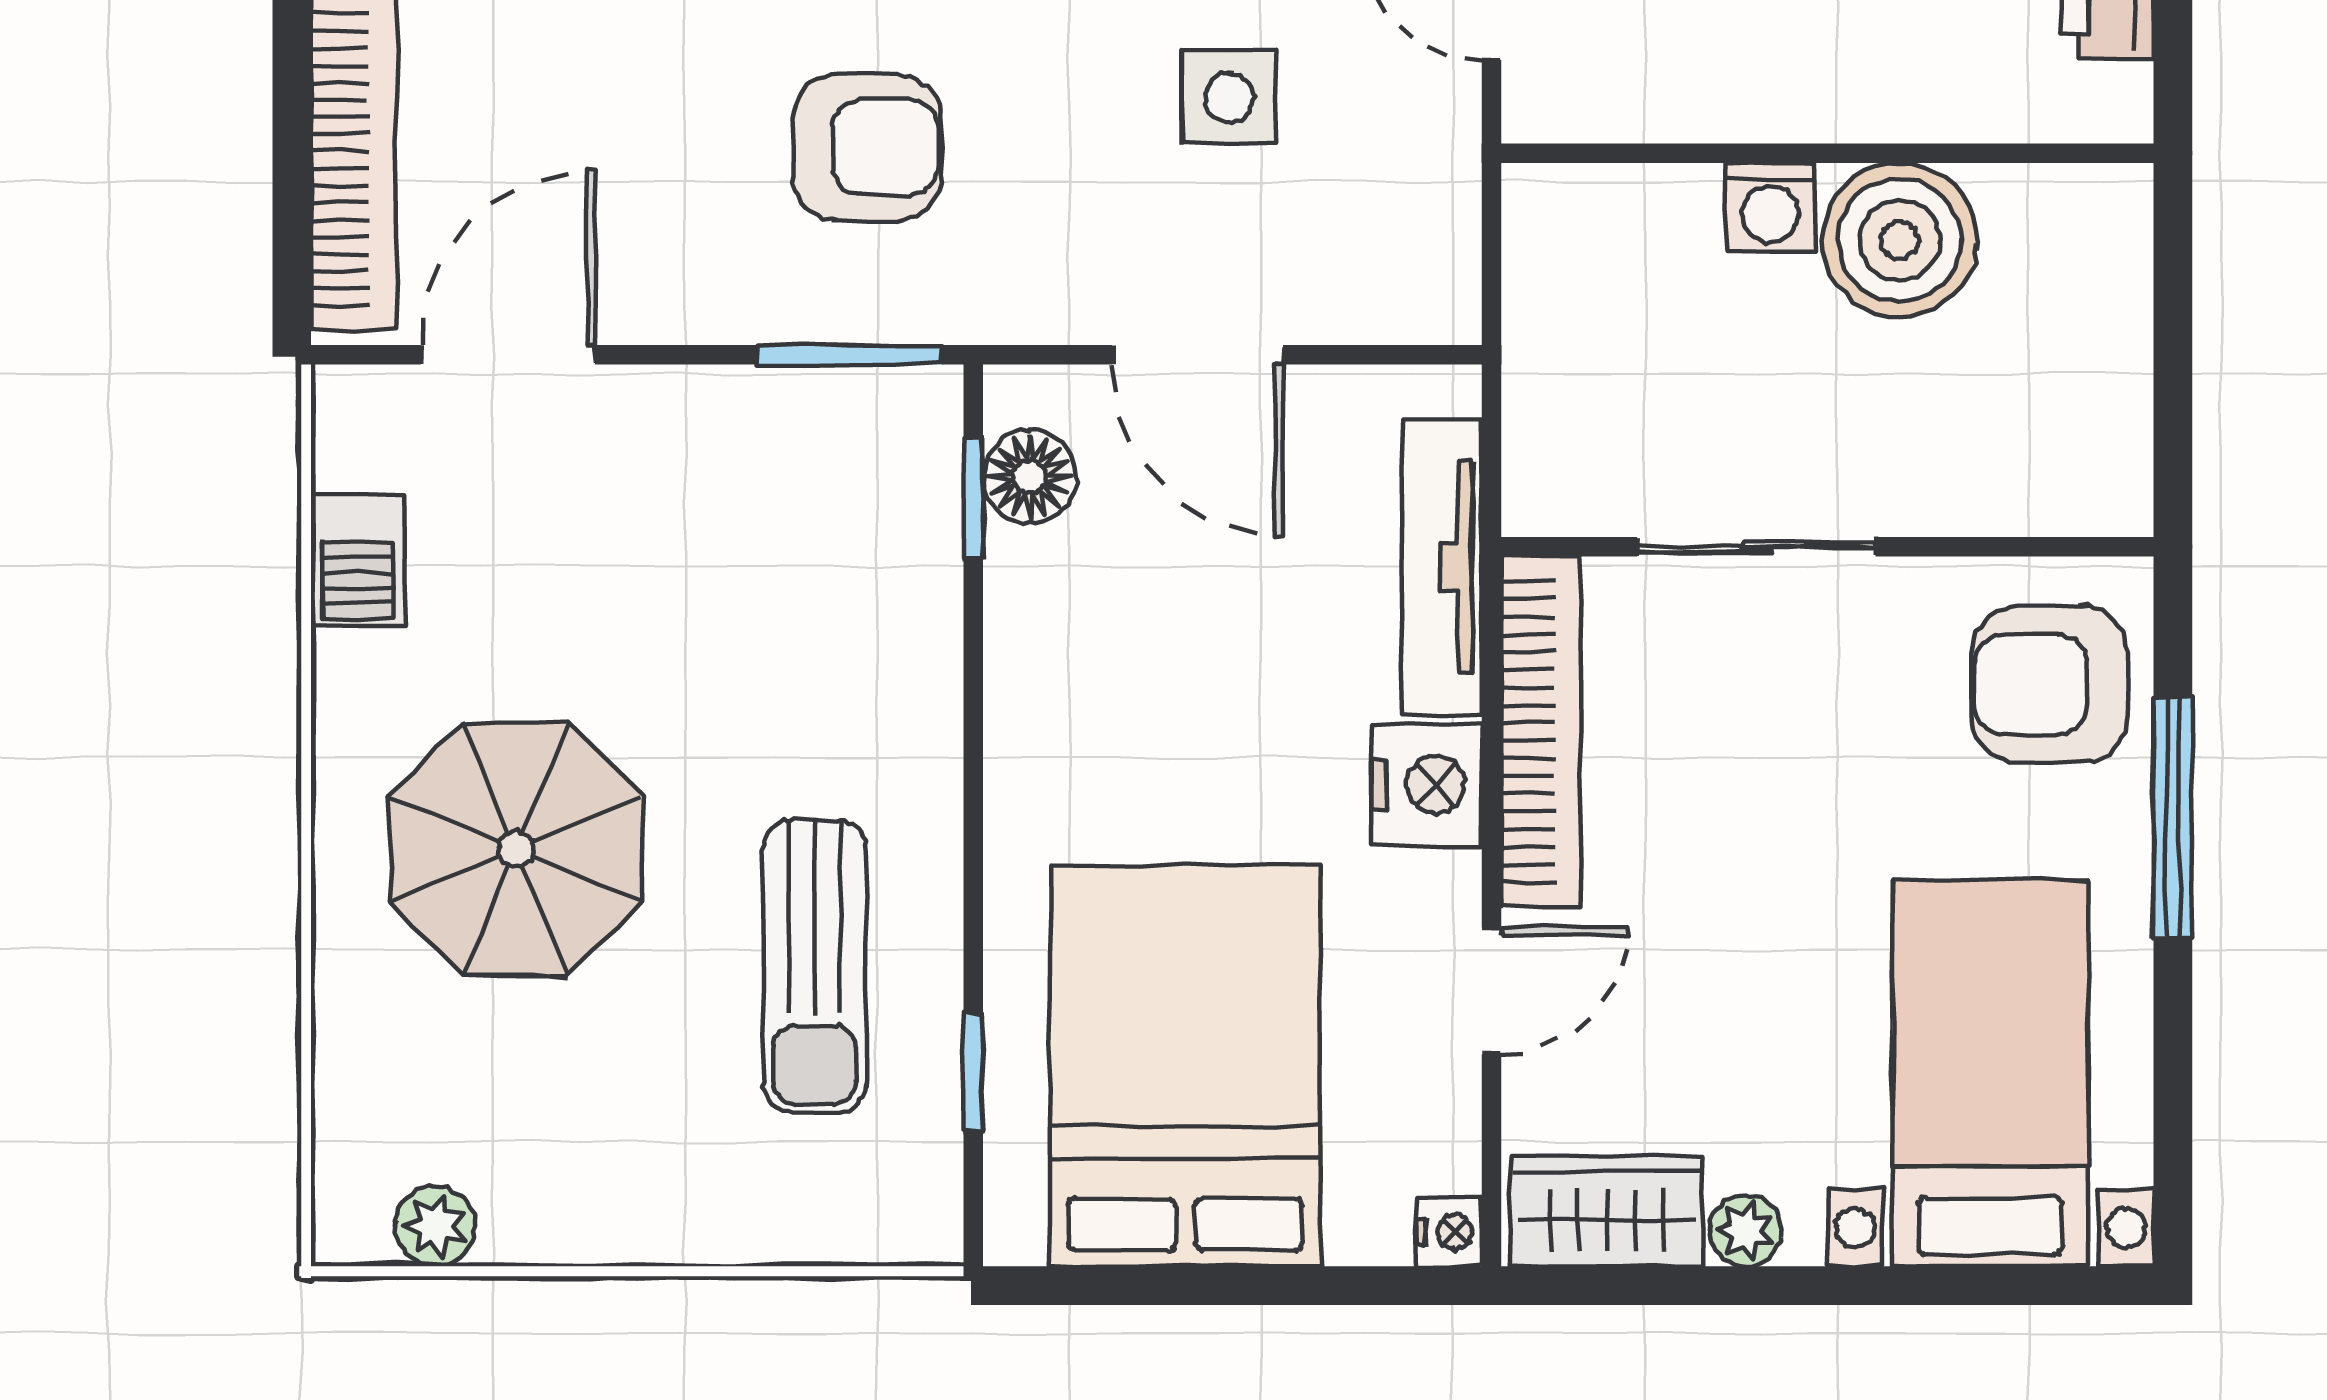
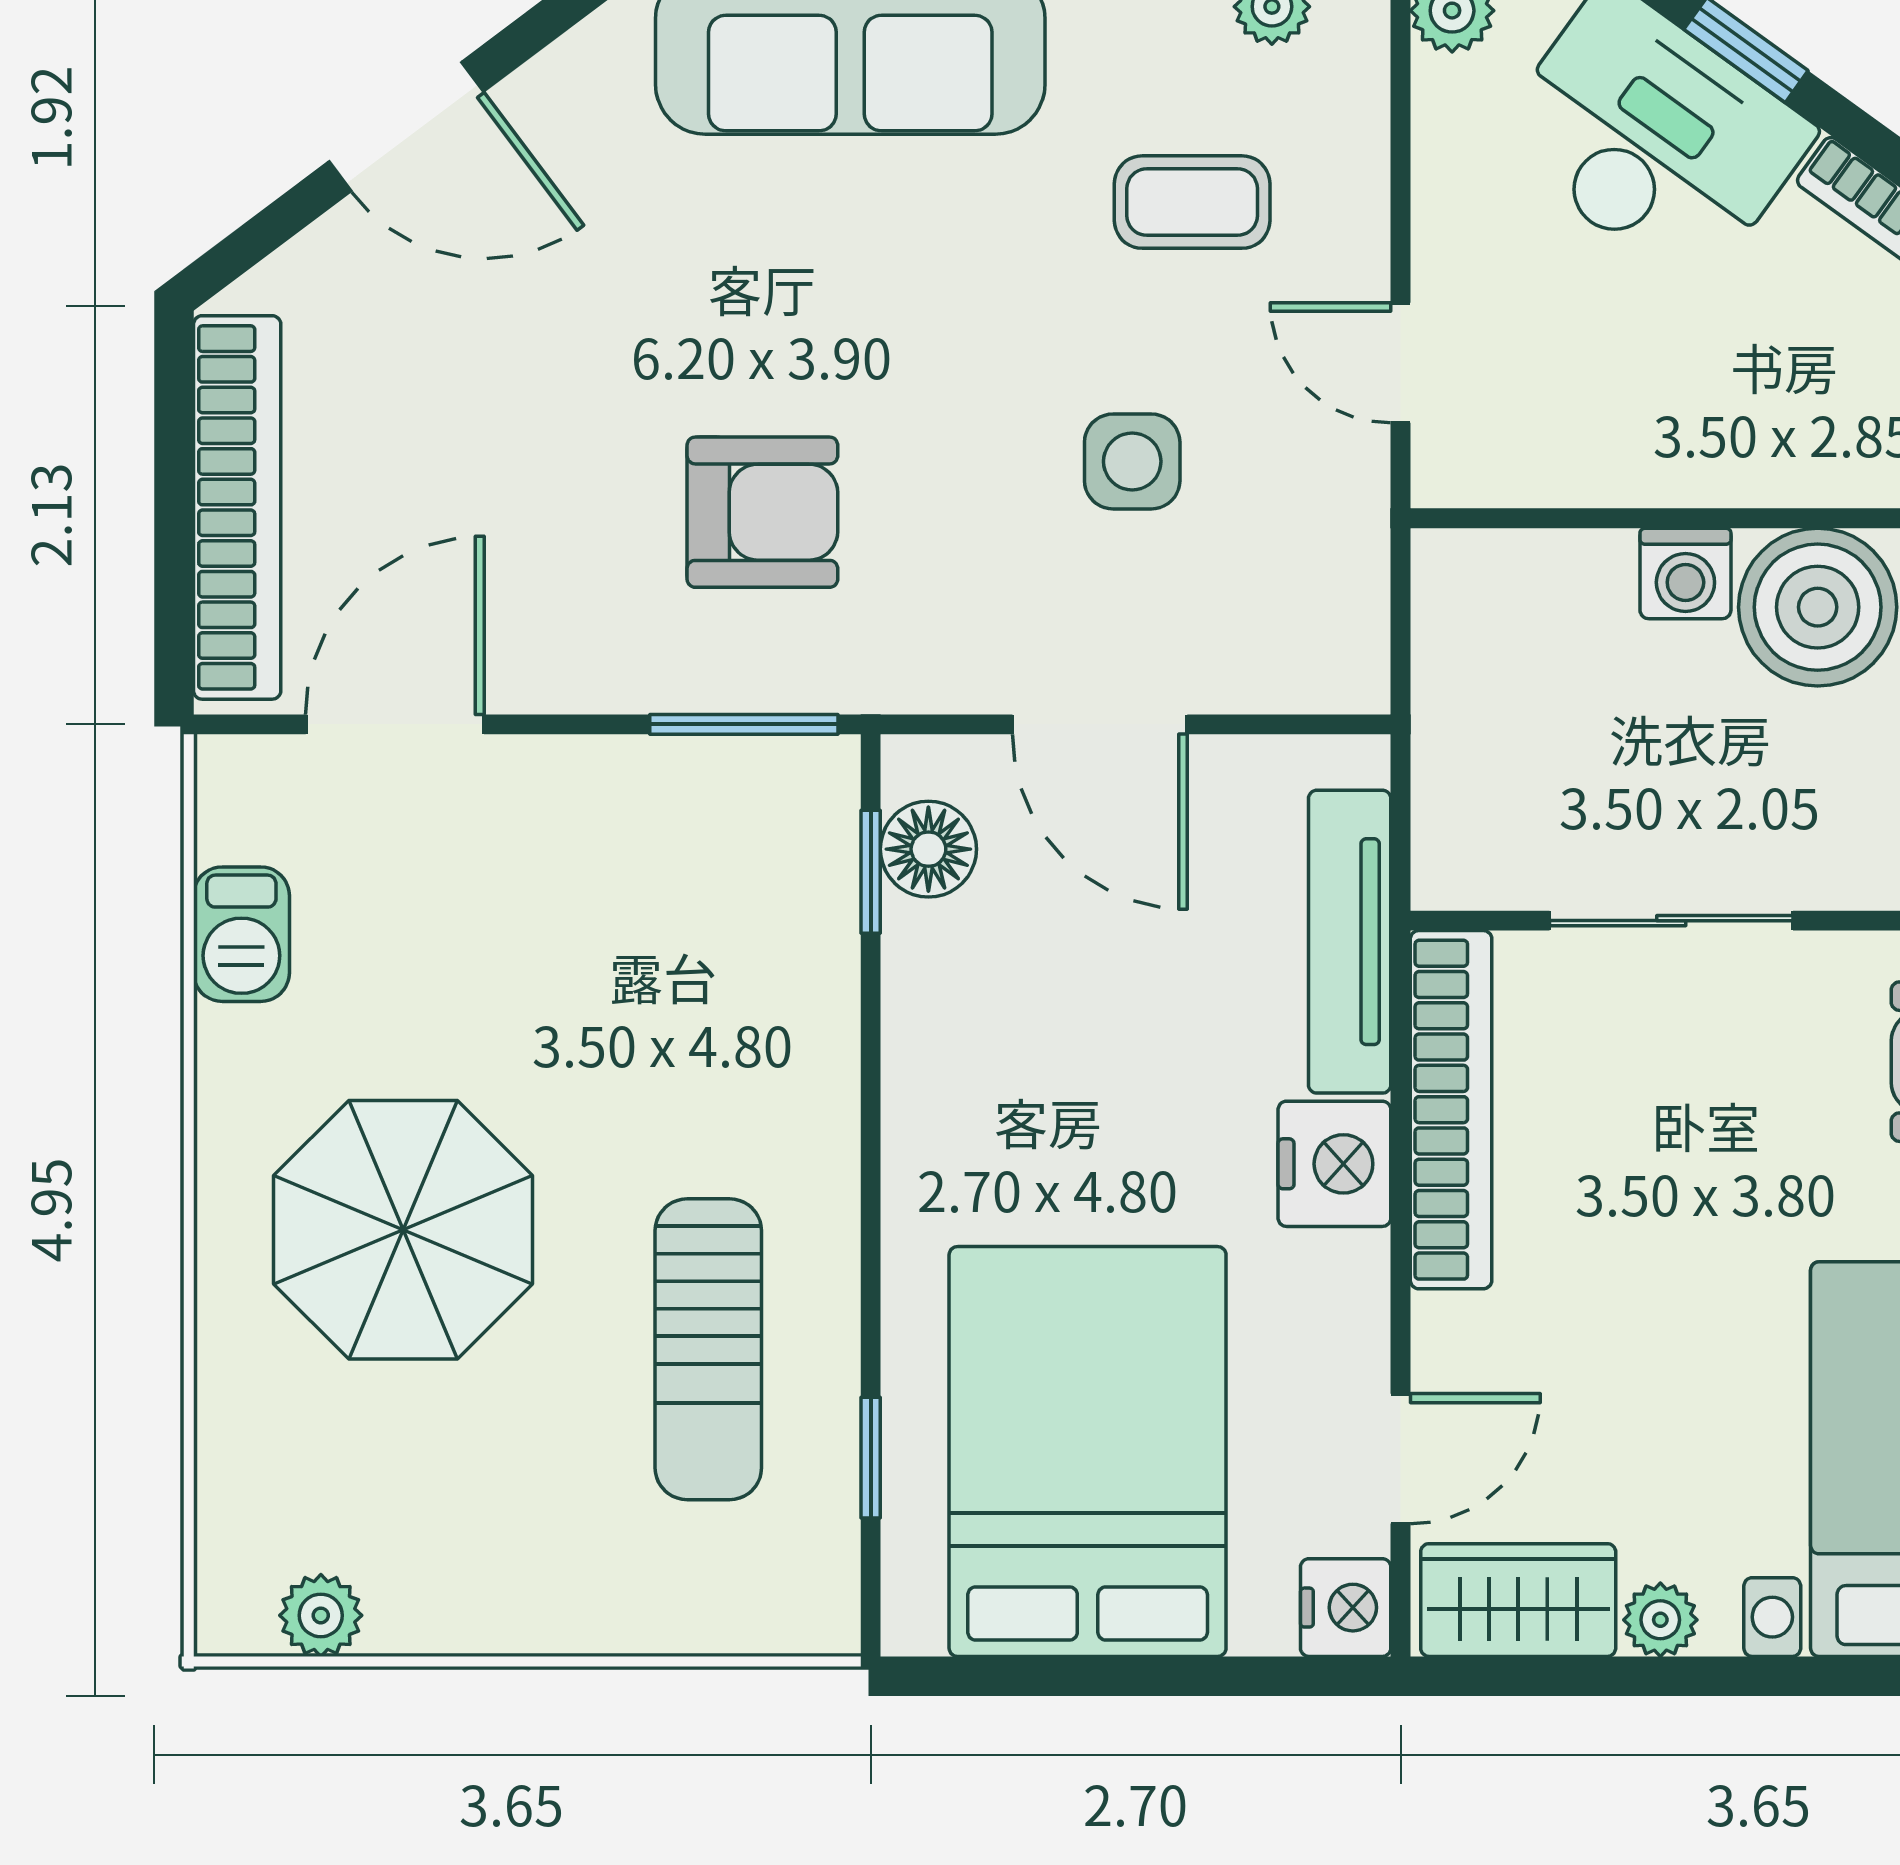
door: (1491, 991) -> (1401, 1459), moved
nightstand: (1449, 1232) -> (1346, 1608), width x1.39, depth x1.35

